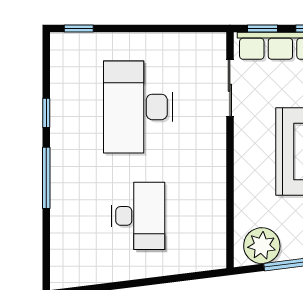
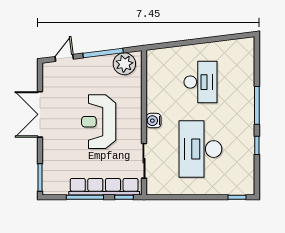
desk: (138, 107) -> (200, 149), turned 180
water cooler: (214, 153) -> (154, 121), added
desk: (138, 216) -> (200, 82), turned 180

